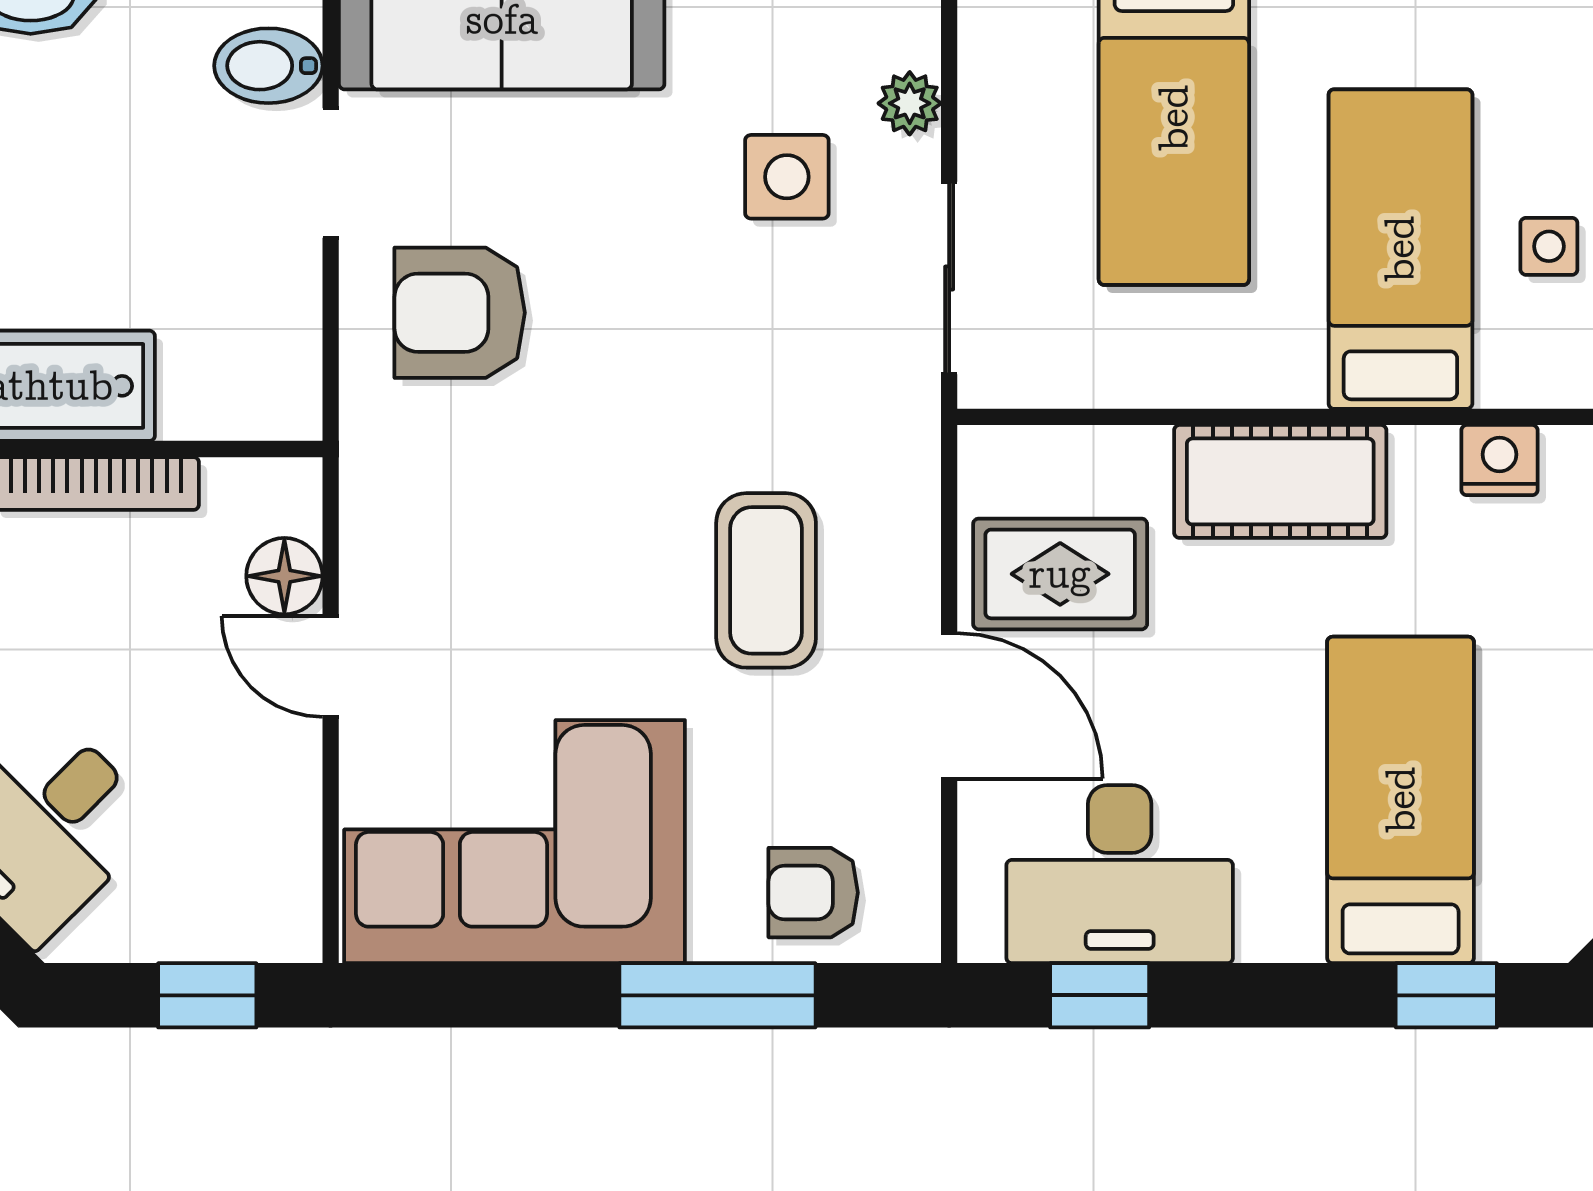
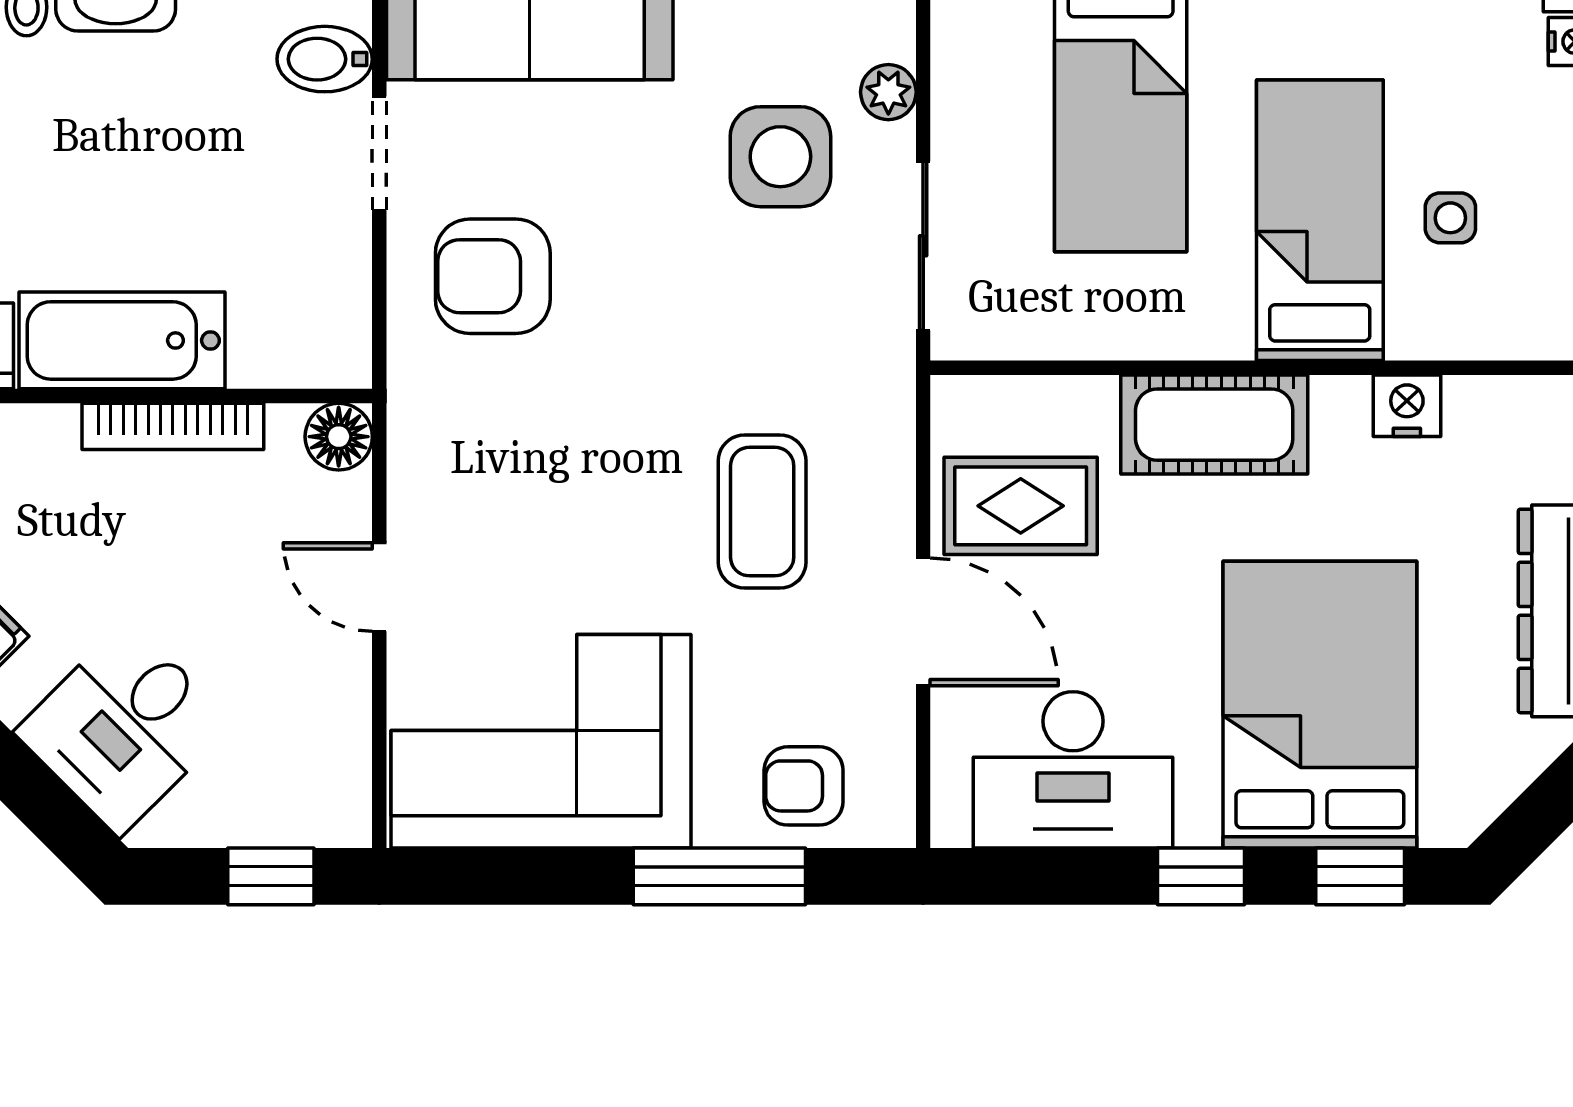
side table: (787, 177) -> (780, 157), width x1.37, depth x1.37
floor lamp: (284, 576) -> (339, 437), moved
bed: (1401, 800) -> (1320, 705), width x1.50
window: (1100, 995) -> (1201, 876), moved

